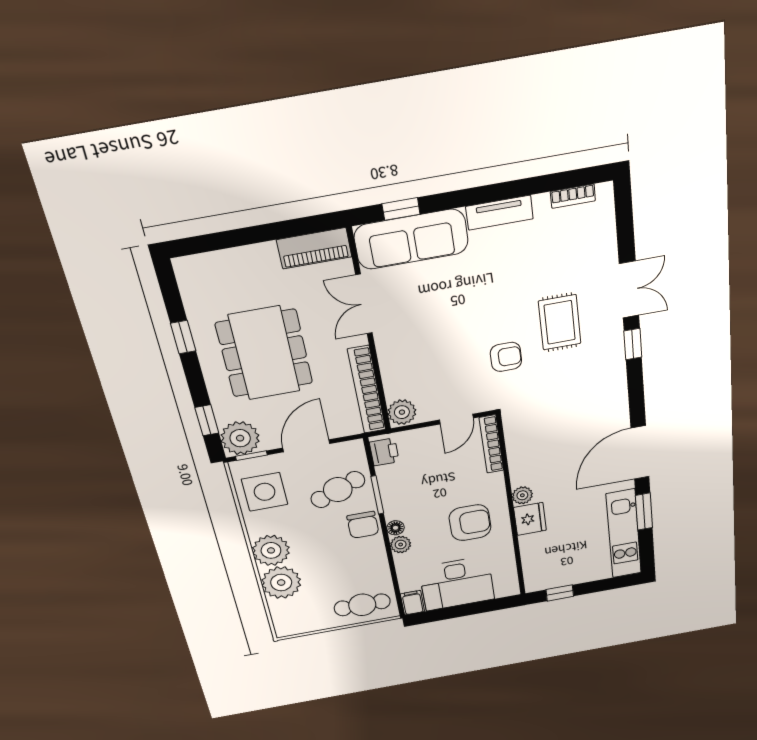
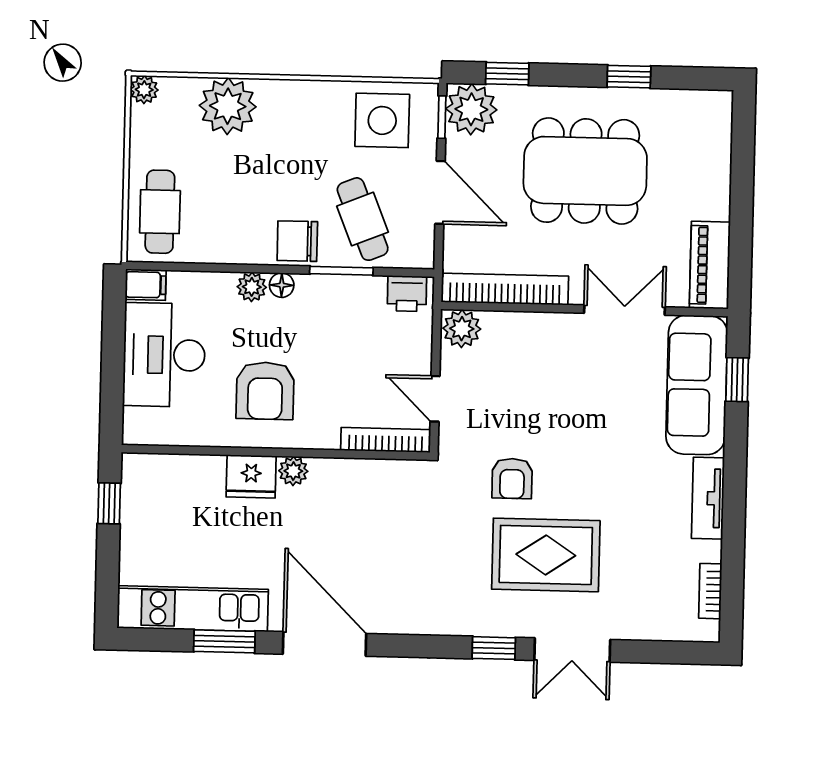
rug: (560, 322) -> (546, 555), width x1.36, depth x1.43
plant: (271, 550) -> (144, 90), moved, width x0.53, depth x0.53

